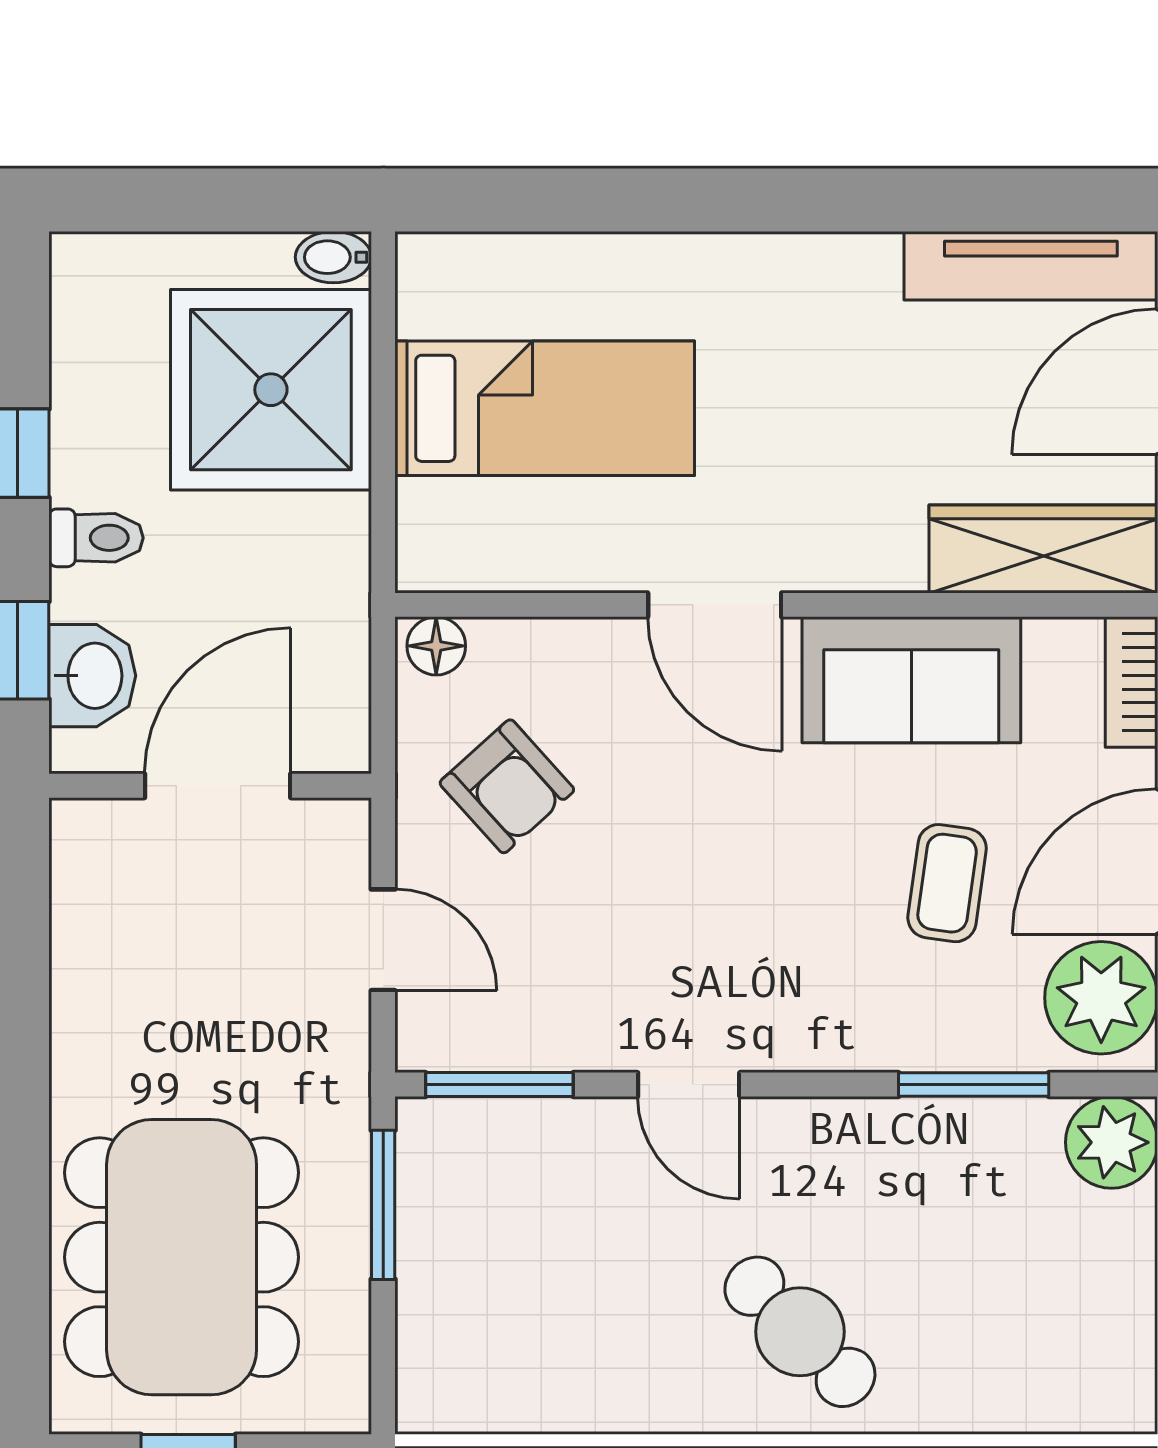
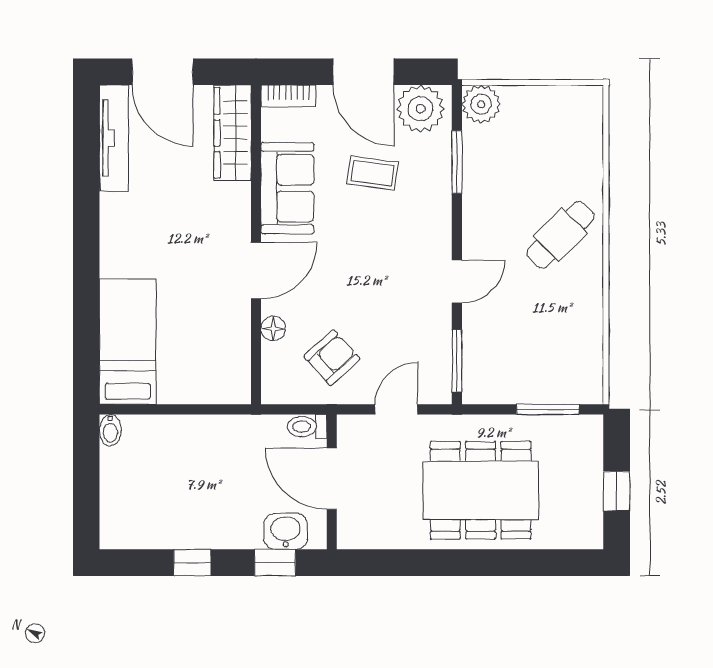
shower: (271, 390) -> (166, 456), removed
bed: (545, 408) -> (128, 342), moved
toilet: (96, 538) -> (307, 426), moved, turned -90
floor lamp: (436, 646) -> (273, 328), moved
window: (383, 1205) -> (548, 409), moved
dining table: (182, 1257) -> (481, 490), moved

